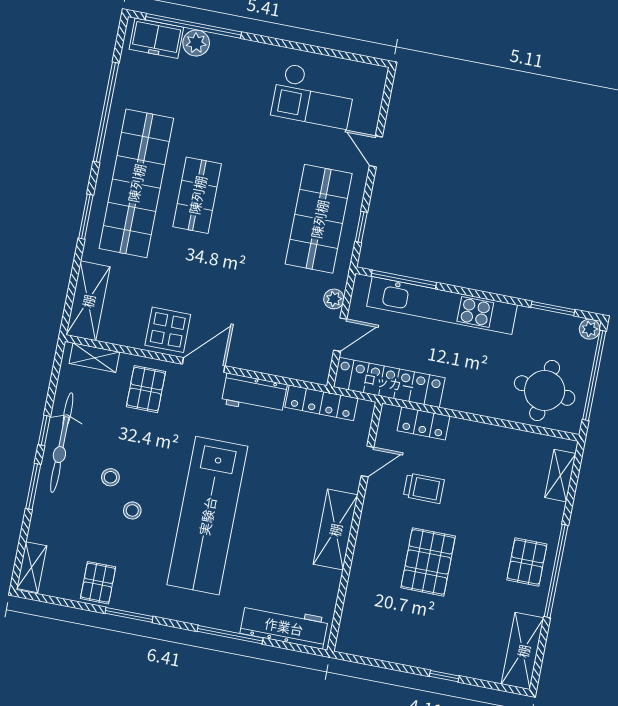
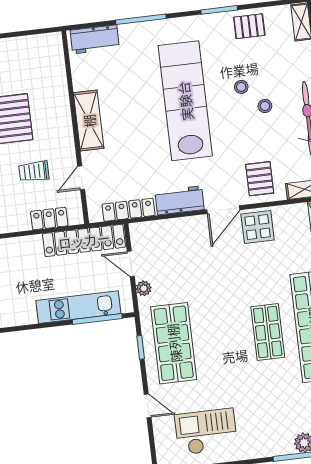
kitchen unit: (442, 306) -> (78, 307), width x0.73
door: (340, 335) -> (131, 264), hinge flipped
pallet: (98, 583) -> (249, 26), turned 90
workbench: (284, 626) -> (95, 39), width x0.73

